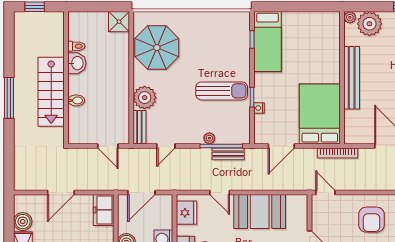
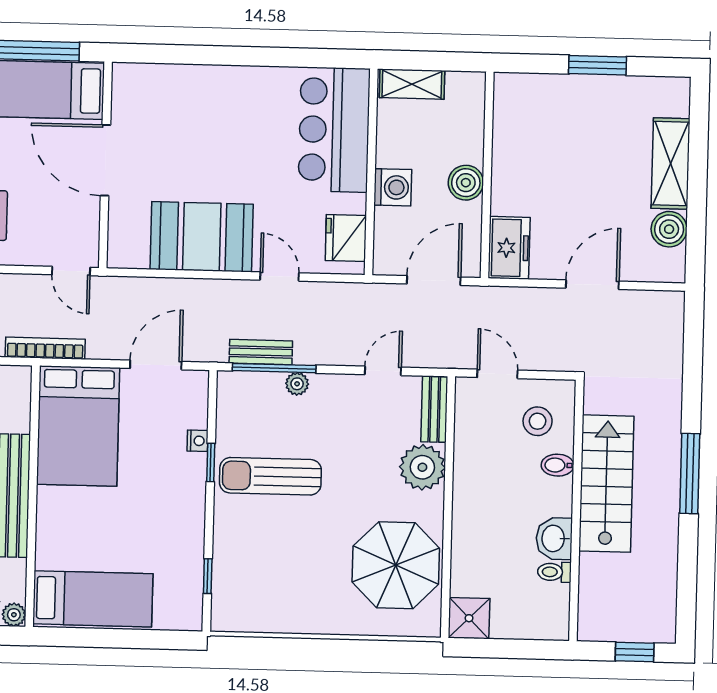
bed: (267, 41) -> (93, 599), moved, turned 90
stool: (87, 122) -> (538, 421), added

